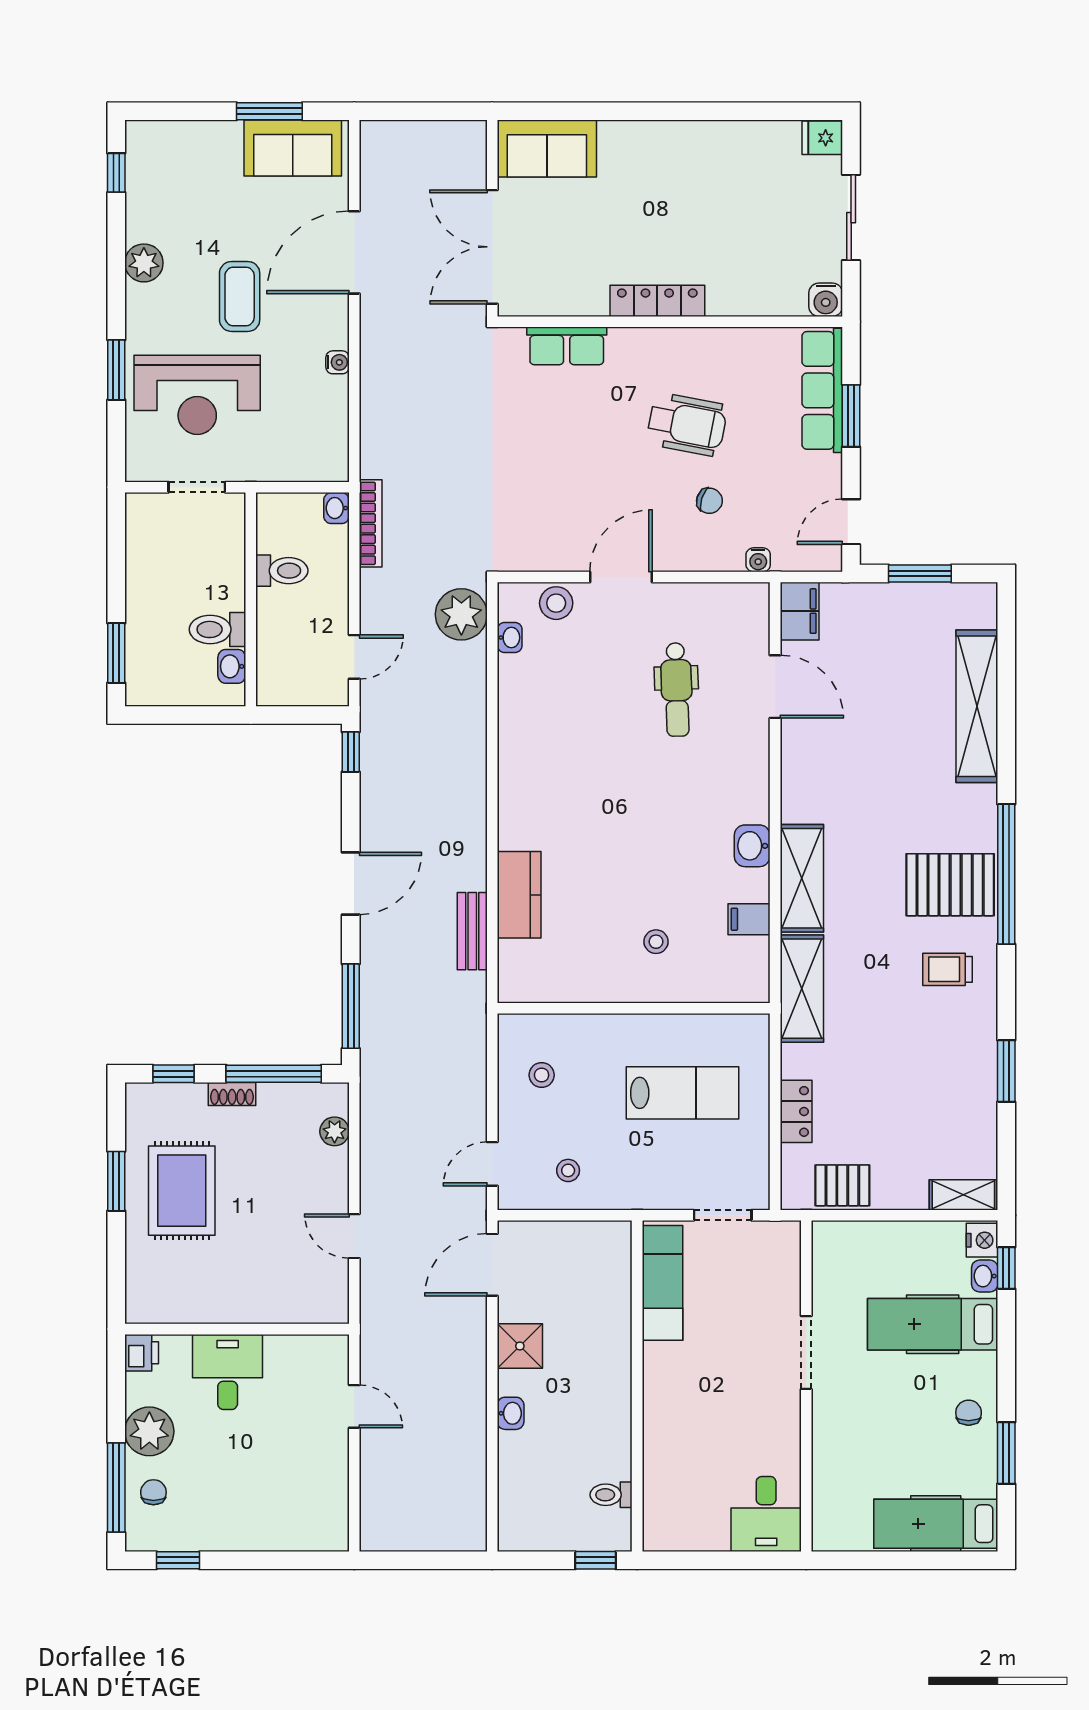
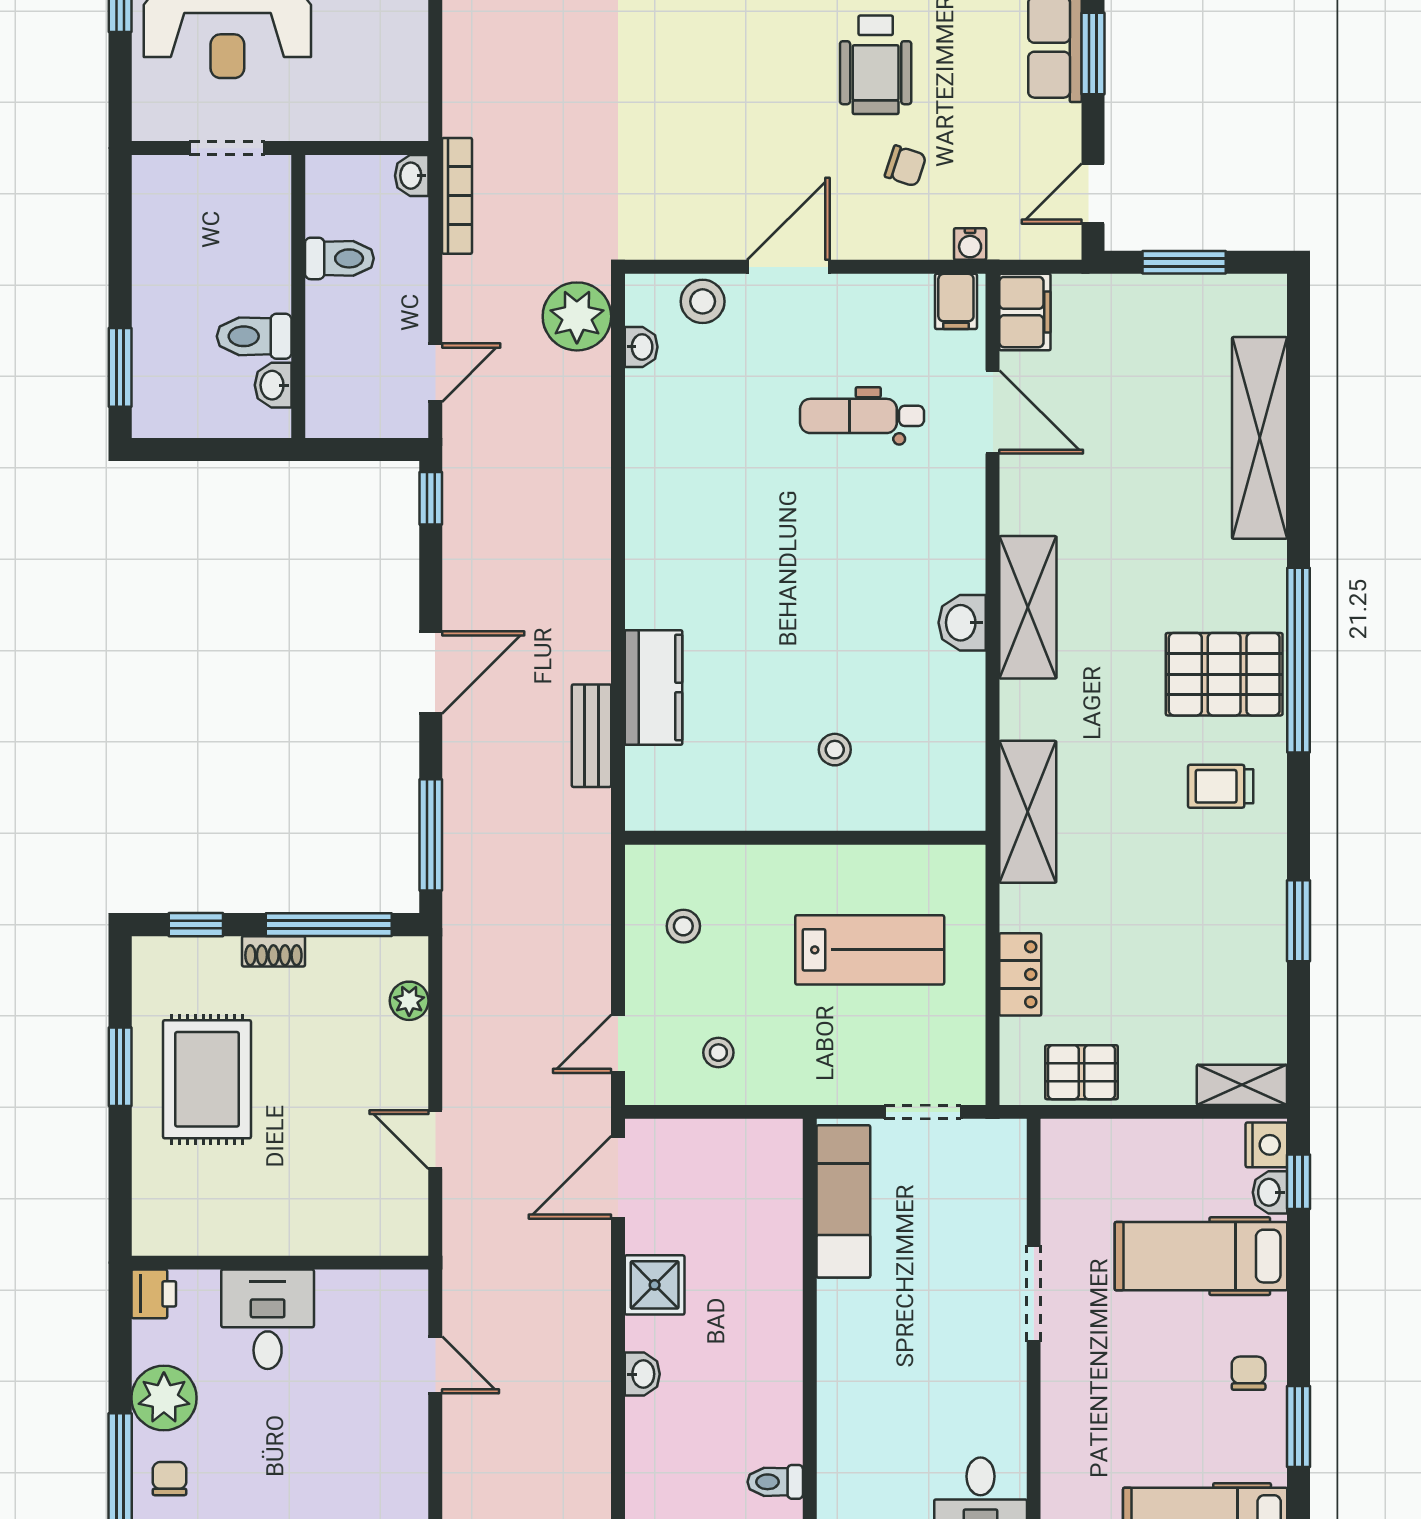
wheelchair: (687, 424) -> (876, 65), turned 79
dental chair: (677, 690) -> (862, 416), turned 92
shelving: (802, 878) -> (1028, 607), moved
filing cabinet: (749, 919) -> (956, 301), moved, turned -90

